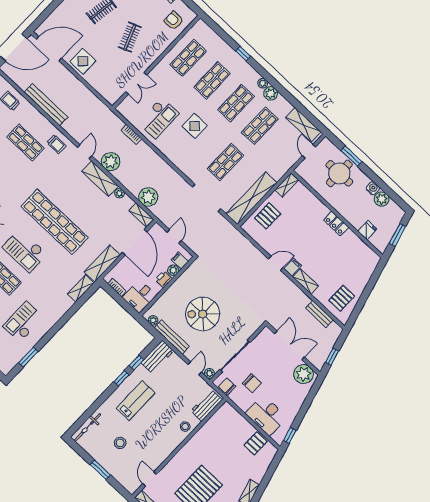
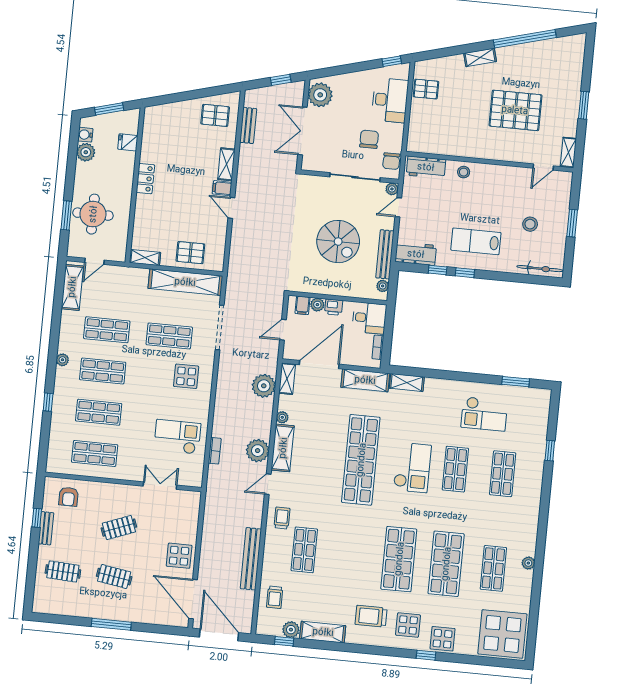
plant: (271, 93) -> (66, 344), removed
display table: (195, 126) -> (186, 376), moved
water cooler: (373, 188) -> (85, 135), moved

